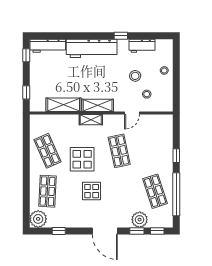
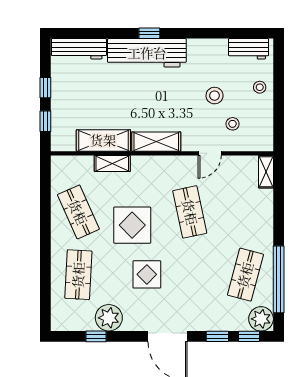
window: (121, 36) -> (149, 33), moved
workbench: (142, 46) -> (249, 49), moved
window: (26, 55) -> (45, 88), moved
shelving: (91, 120) -> (112, 164), moved
shelving: (168, 125) -> (266, 172), added
window: (176, 156) -> (279, 219), removed
shop shelf: (155, 191) -> (245, 275), turned 33
plant: (38, 219) -> (109, 318), moved
plant: (140, 220) -> (261, 319), moved

